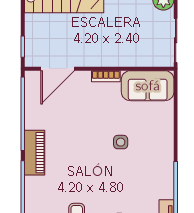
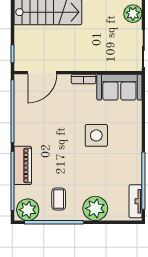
side table: (121, 142) -> (96, 135), width x1.87, depth x1.87
piano: (35, 153) -> (23, 165), moved

